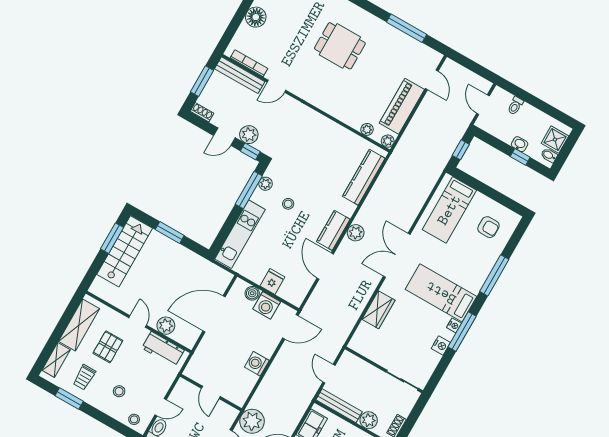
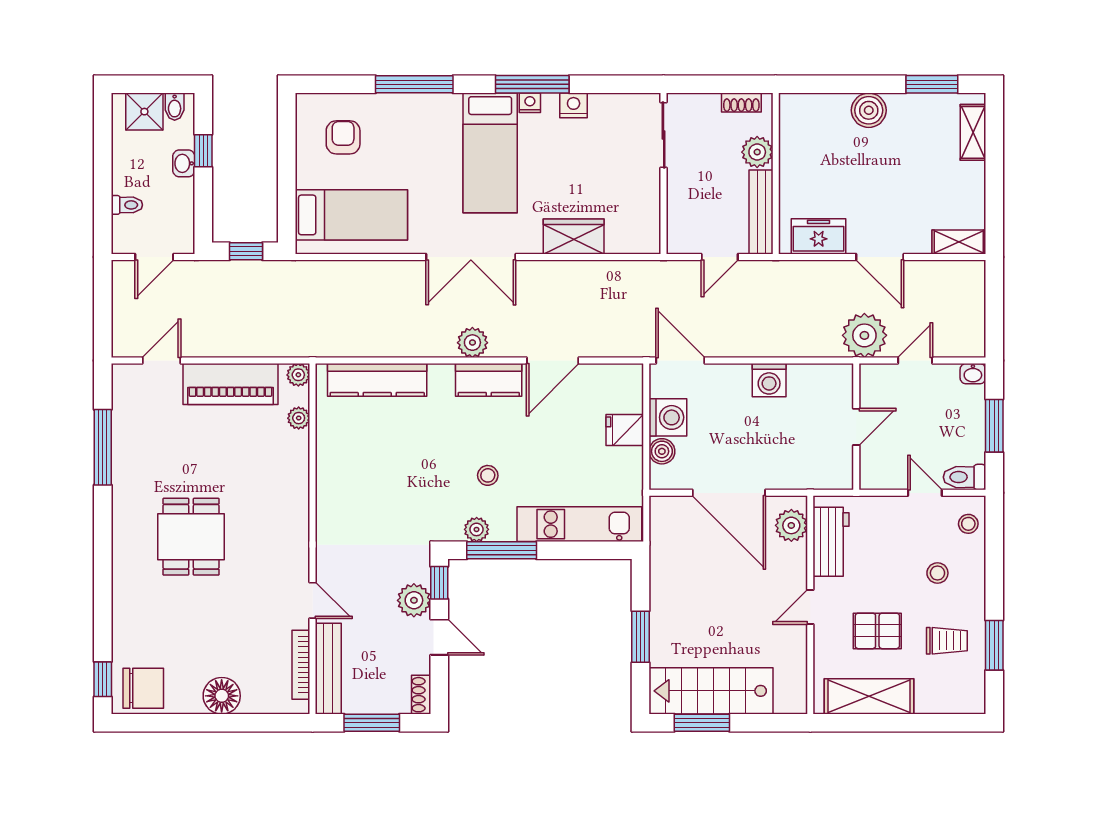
plant: (166, 326) -> (791, 525), moved
shelving: (56, 360) -> (945, 701), removed

